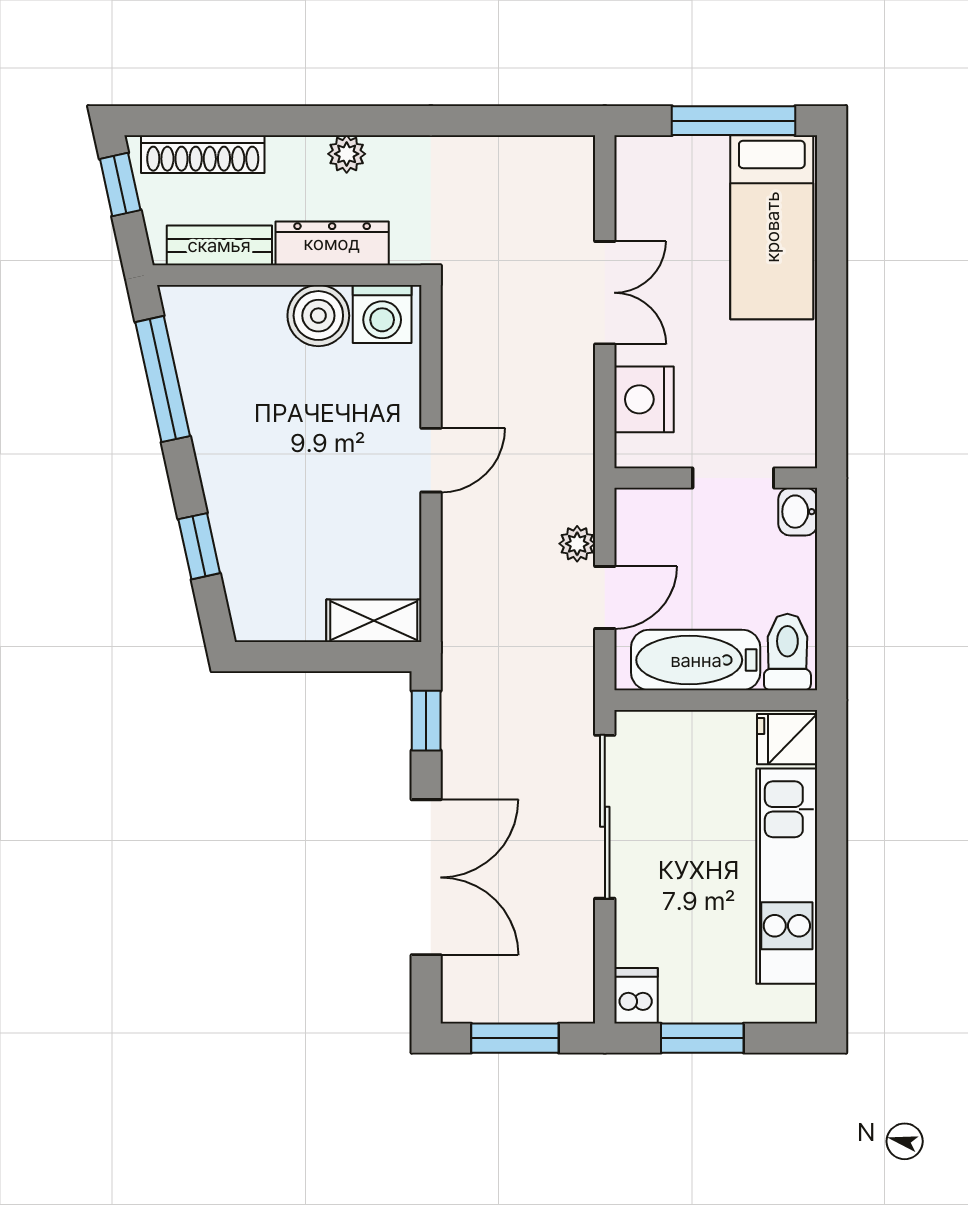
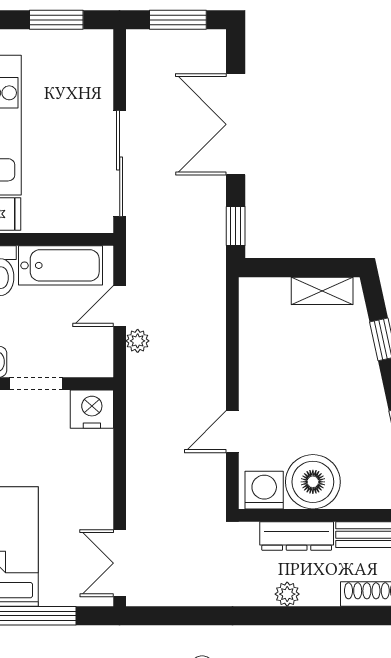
double door: (605, 293) -> (120, 563), moved
boiler: (318, 316) -> (313, 482), width x1.37, depth x1.37
nightstand: (644, 399) -> (92, 409), moved, turned -90
door: (431, 460) -> (232, 432), moved
shelving: (374, 621) -> (322, 291), moved
dishwasher: (636, 996) -> (99, 47), removed

